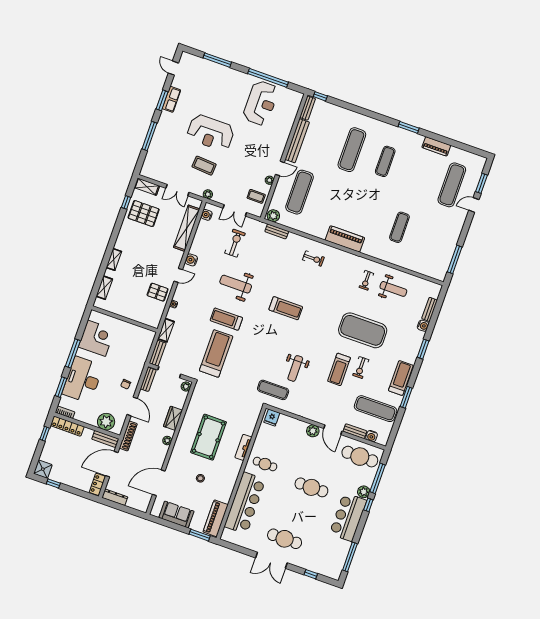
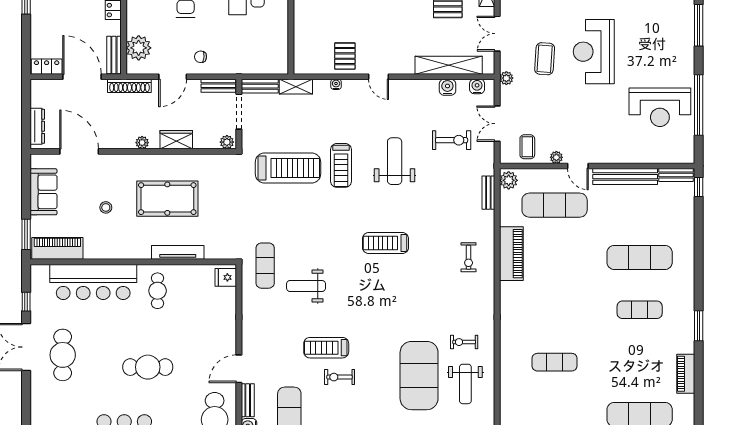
piano: (345, 239) -> (511, 254), moved
water cooler: (191, 260) -> (447, 87), moved
treadmill: (286, 308) -> (385, 243), turned 90
treadmill: (226, 319) -> (341, 165), turned 180
exercise mat: (363, 330) -> (419, 376), moved
plant: (313, 431) -> (227, 341), removed
tv unit: (243, 447) -> (178, 252), width x1.41
cafe table: (311, 487) -> (148, 367), turned 90
dresser: (115, 497) -> (37, 126), moved
window: (311, 574) -> (26, 302), moved

